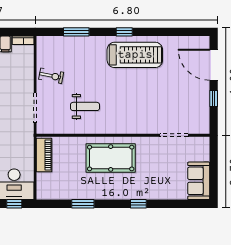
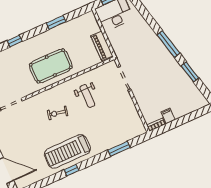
window: (124, 32) -> (71, 170), moved
exercise bike: (51, 76) -> (58, 113), moved
weight bench: (85, 106) -> (87, 96), turned -90

